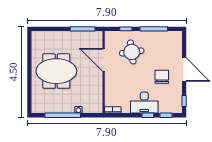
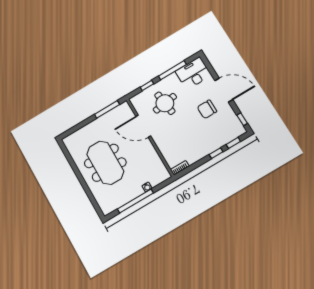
meeting table: (56, 71) -> (105, 163), turned 90
chair: (162, 77) -> (207, 109), turned -90
desk: (144, 103) -> (193, 73), moved, turned 180

